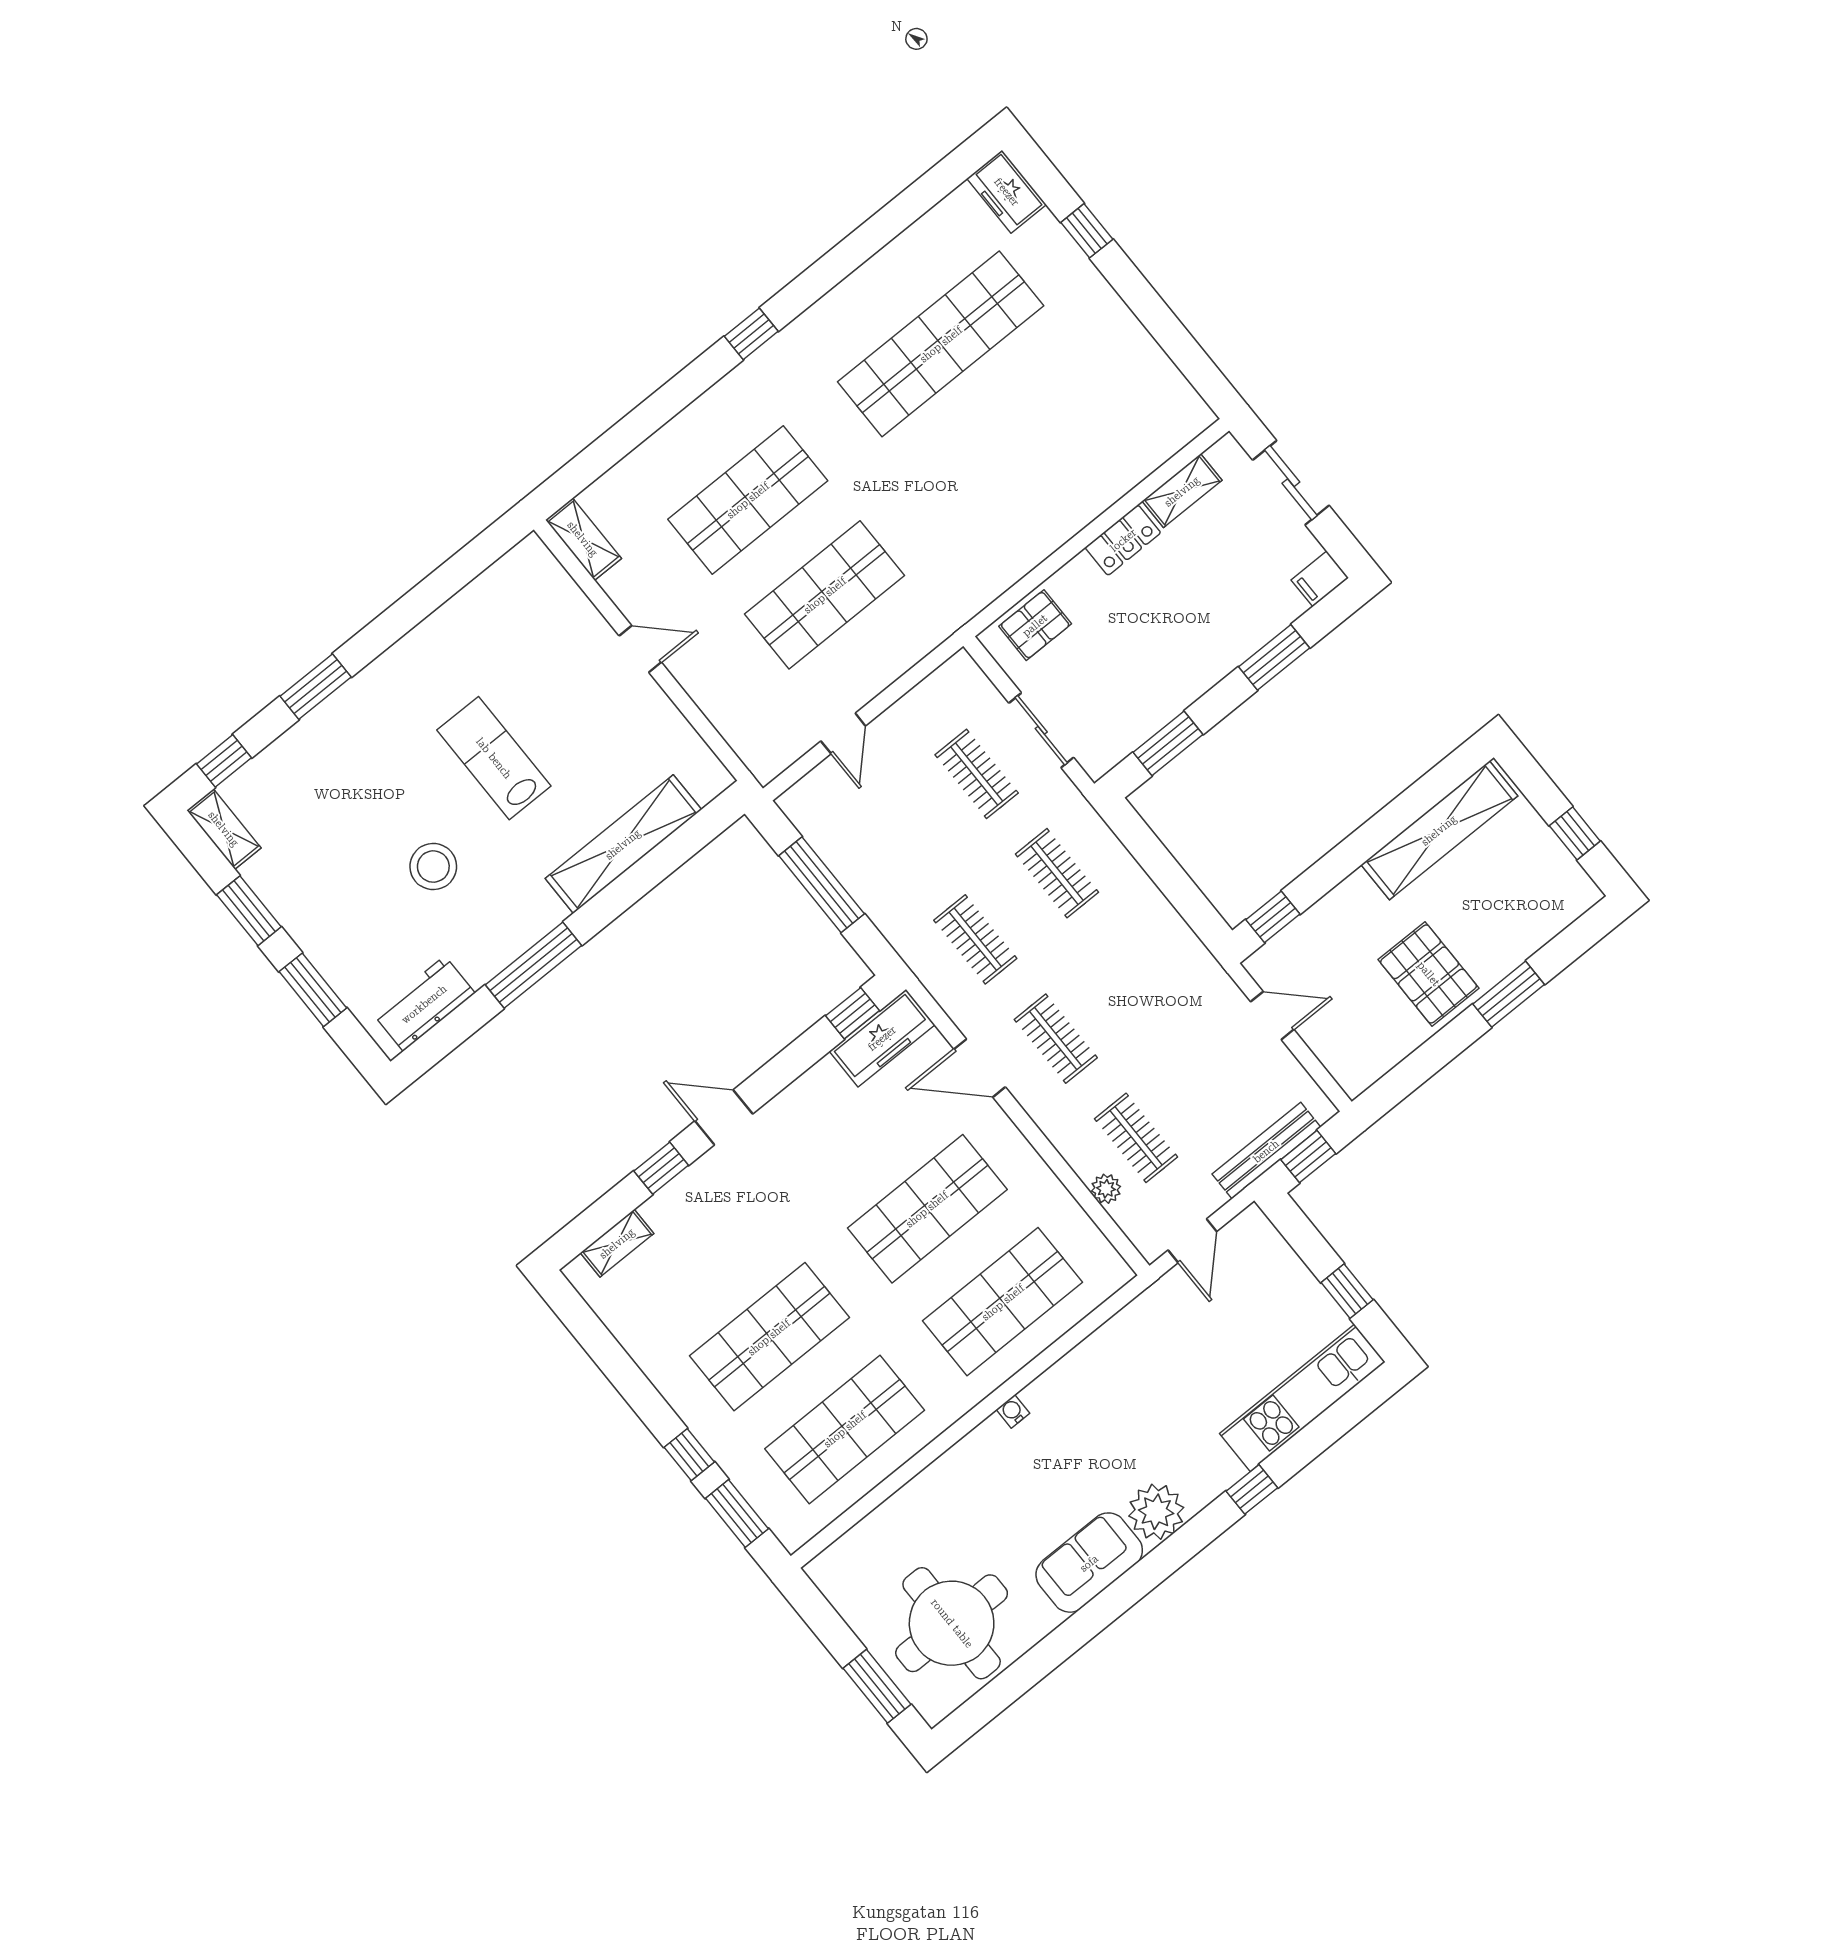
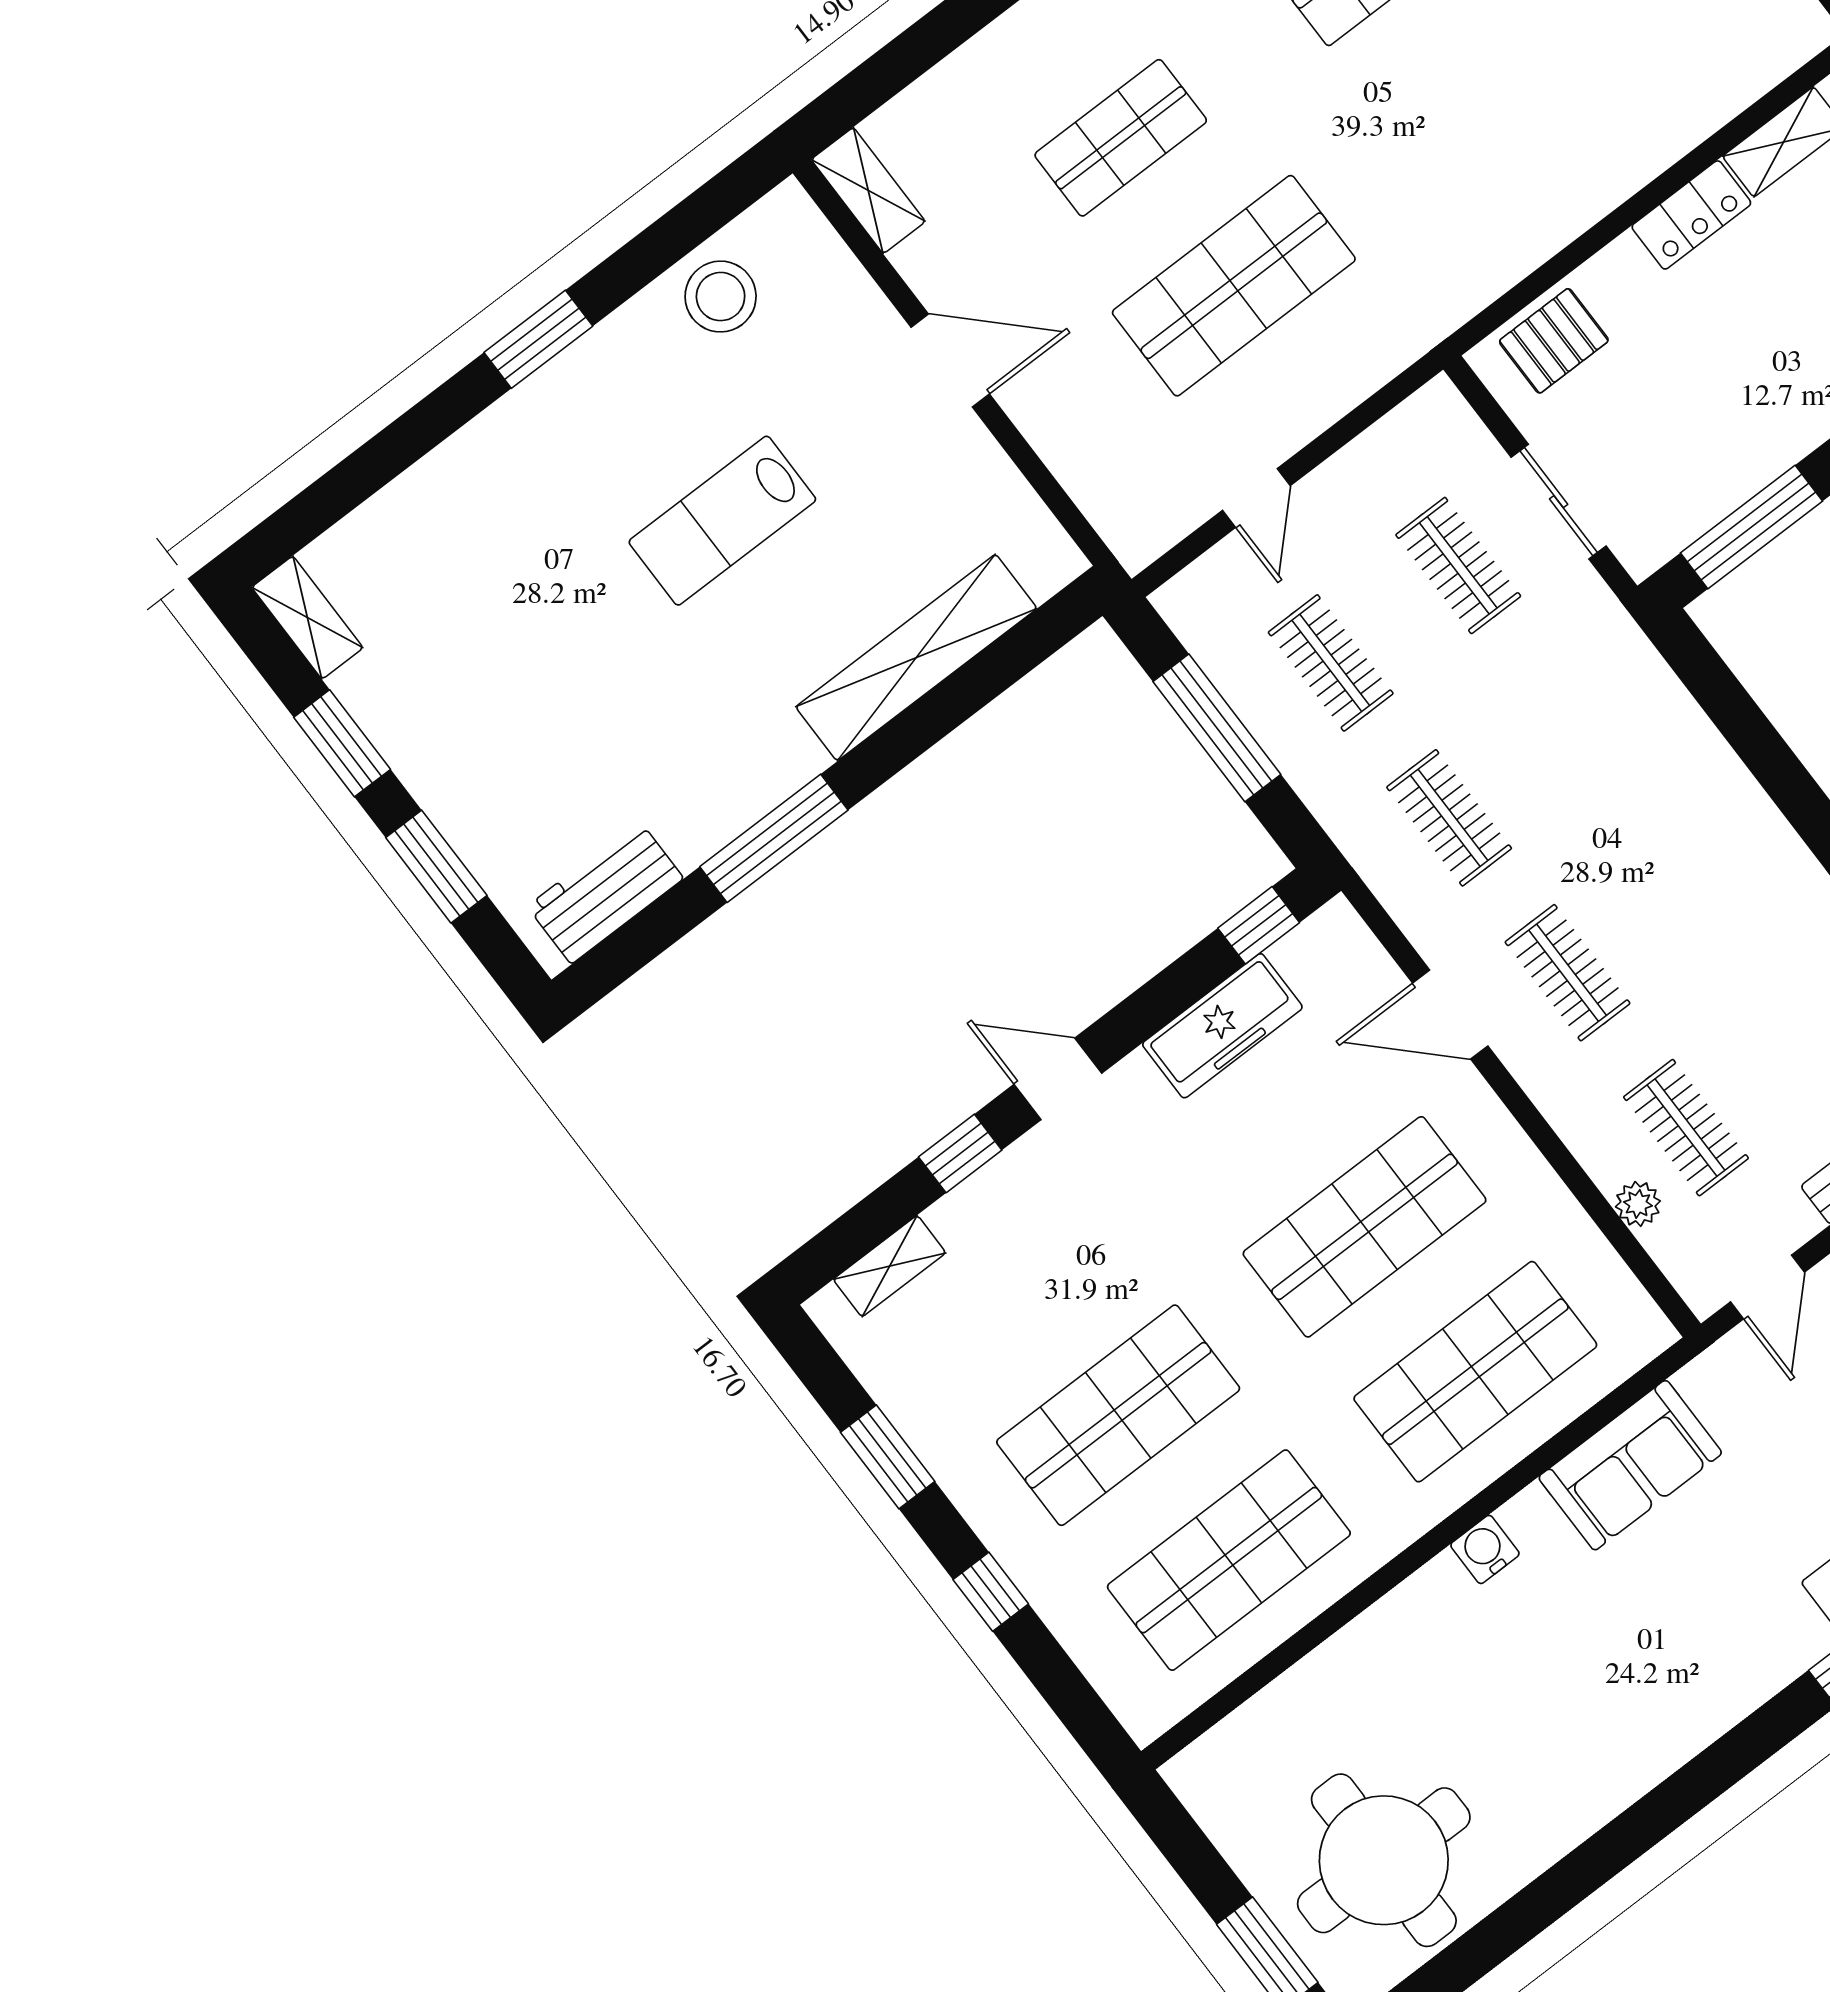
shop shelf: (748, 500) -> (1121, 138), width x0.70, depth x0.74
door: (640, 649) -> (950, 361), width x1.38
window: (316, 687) -> (538, 339), moved
window: (1168, 743) -> (1751, 527), width x1.44
lab bench: (494, 758) -> (722, 521), turned -90
window: (224, 761) -> (310, 514), removed
stool: (433, 867) -> (721, 297), moved
clothes rail: (1057, 873) -> (1331, 663), moved
freezer: (882, 1038) -> (1222, 1026), moved
water cooler: (1013, 1411) -> (1485, 1549), width x1.38, depth x1.38
plant: (1156, 1512) -> (1701, 1699), removed
window: (737, 1513) -> (888, 1457), moved
sofa: (1089, 1563) -> (1630, 1465), moved, turned 180

